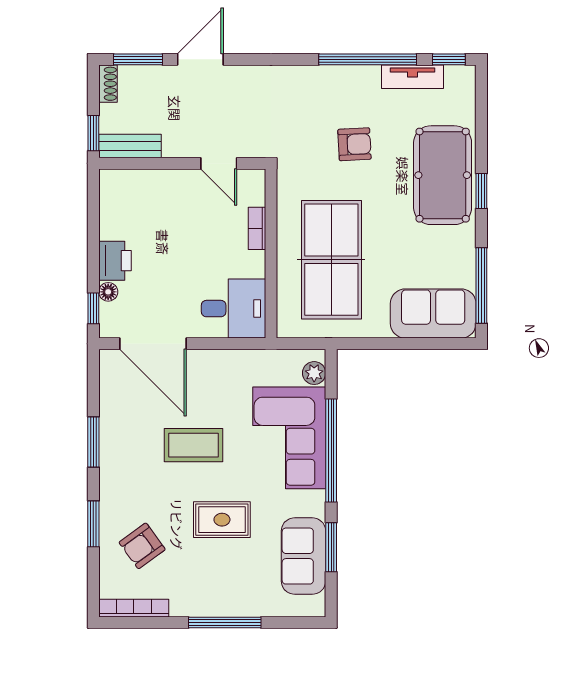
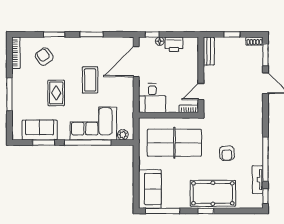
bench: (130, 146) -> (209, 51), moved
wall: (182, 163) -> (201, 75), moved
door: (219, 163) -> (201, 91), moved

